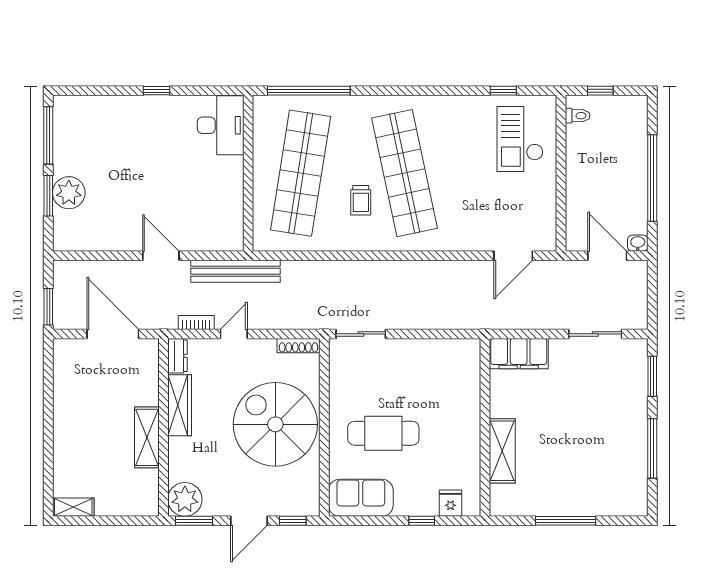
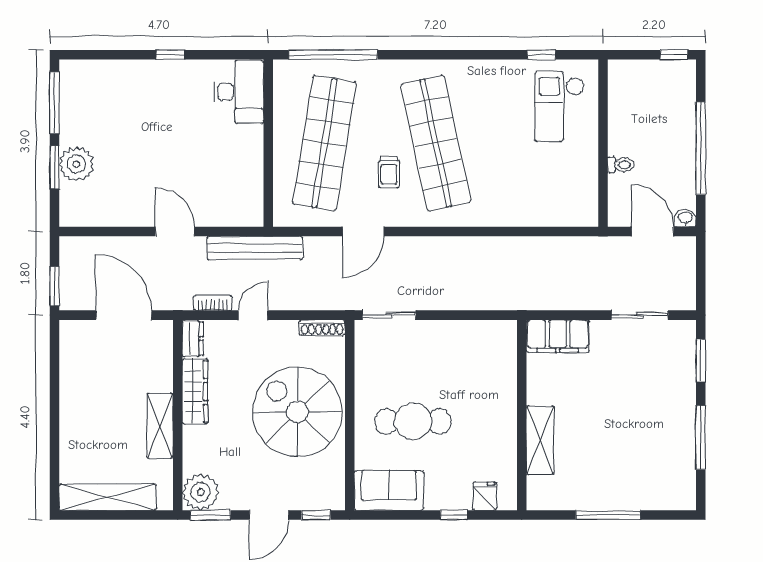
window: (600, 91) -> (674, 55), moved
toilet: (578, 116) -> (621, 165), moved
door: (513, 256) -> (363, 231), moved
shelving: (73, 507) -> (108, 497), width x2.20, depth x1.33

